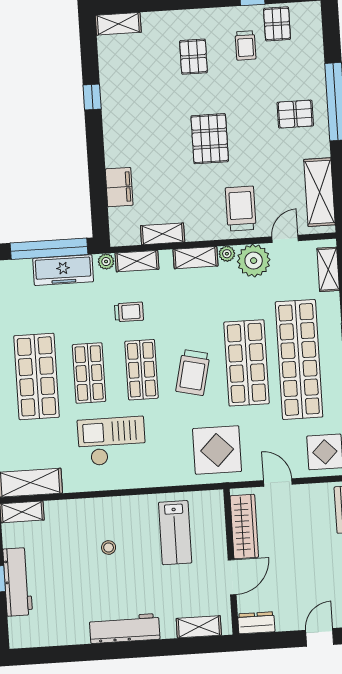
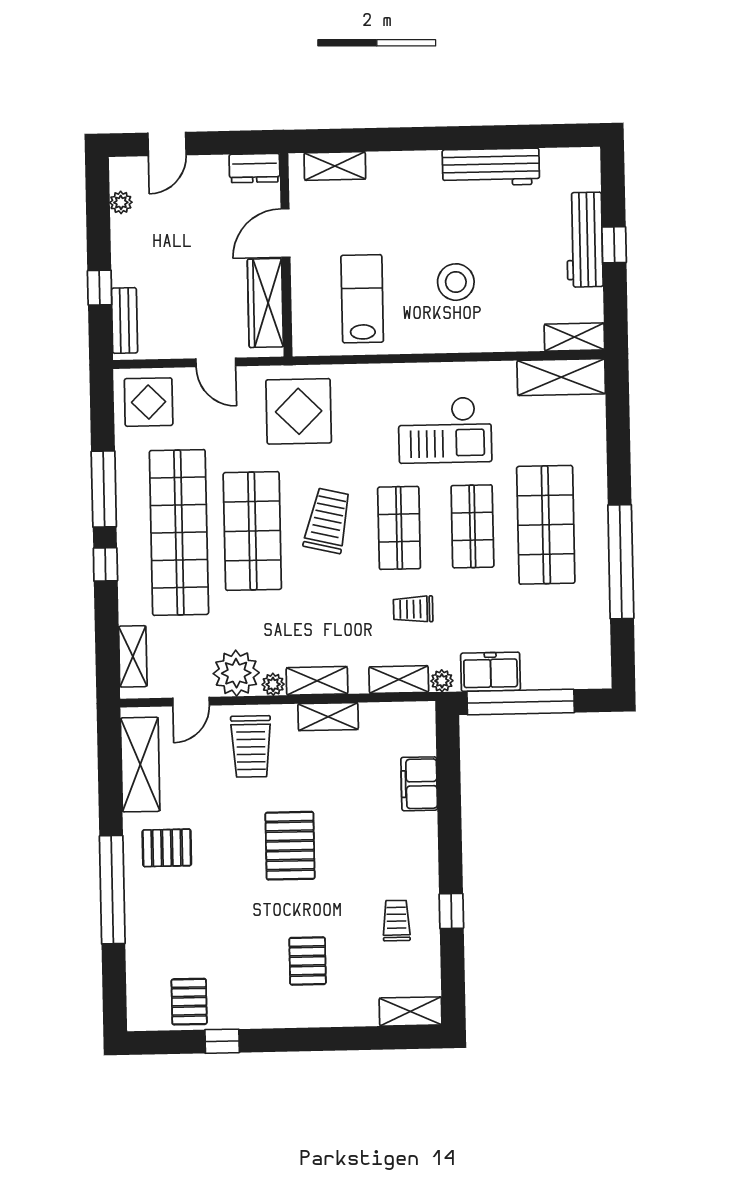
trolley: (246, 45) -> (396, 921), moved
pallet: (295, 114) -> (167, 848), moved
shelving: (163, 234) -> (328, 717), moved
freezer: (63, 270) -> (490, 672), width x0.71
stool: (109, 548) -> (456, 282), width x1.89, depth x1.89
workbench: (125, 628) -> (491, 167), moved

